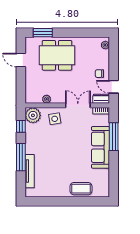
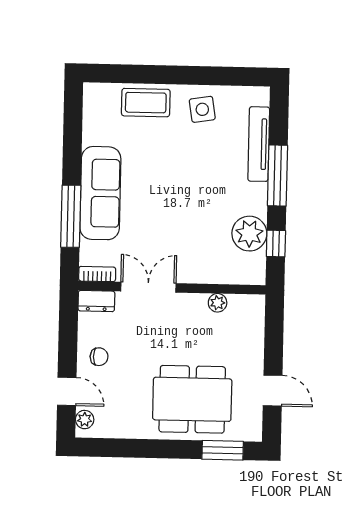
door: (114, 87) -> (67, 391), moved
double door: (78, 105) -> (148, 287), swing flipped
plant: (33, 115) -> (249, 234), moved
side table: (55, 119) -> (202, 109), moved

